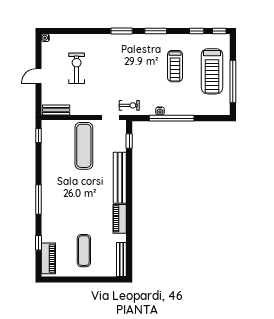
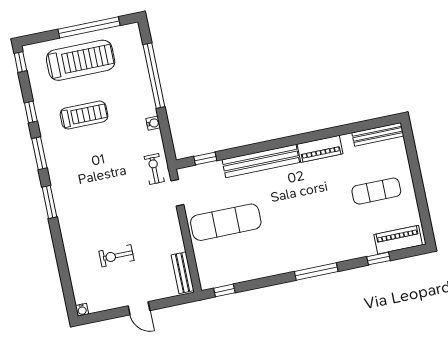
window: (197, 31) -> (31, 112), moved
exercise bike: (77, 68) -> (116, 256), width x0.73, depth x0.72
window: (172, 118) -> (154, 76), moved

